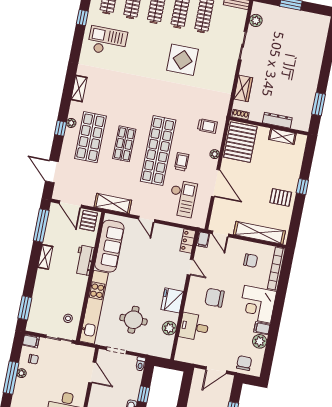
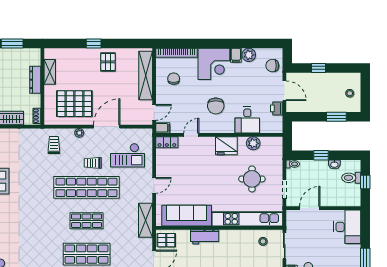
pallet: (240, 142) -> (74, 104), moved
checkout: (182, 199) -> (128, 155), turned 180
printer: (200, 359) -> (277, 108), added

